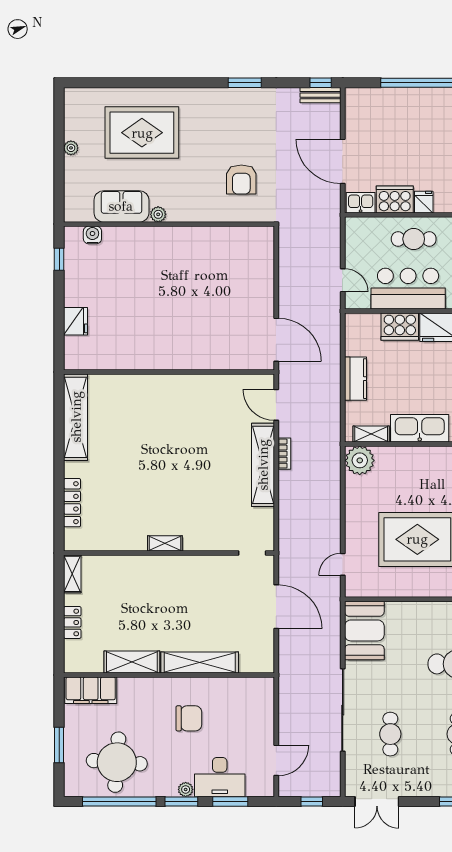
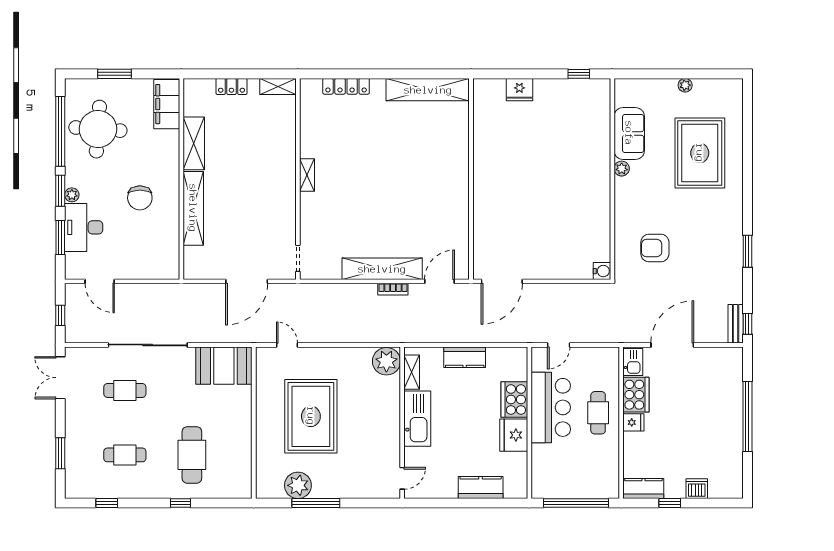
water cooler: (92, 235) -> (602, 271), moved

